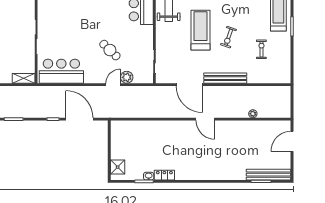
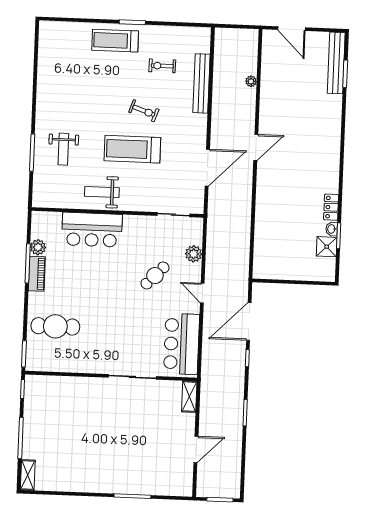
bench: (225, 78) -> (202, 83), moved
door: (113, 85) -> (202, 293), moved
shower: (118, 167) -> (327, 247), moved

